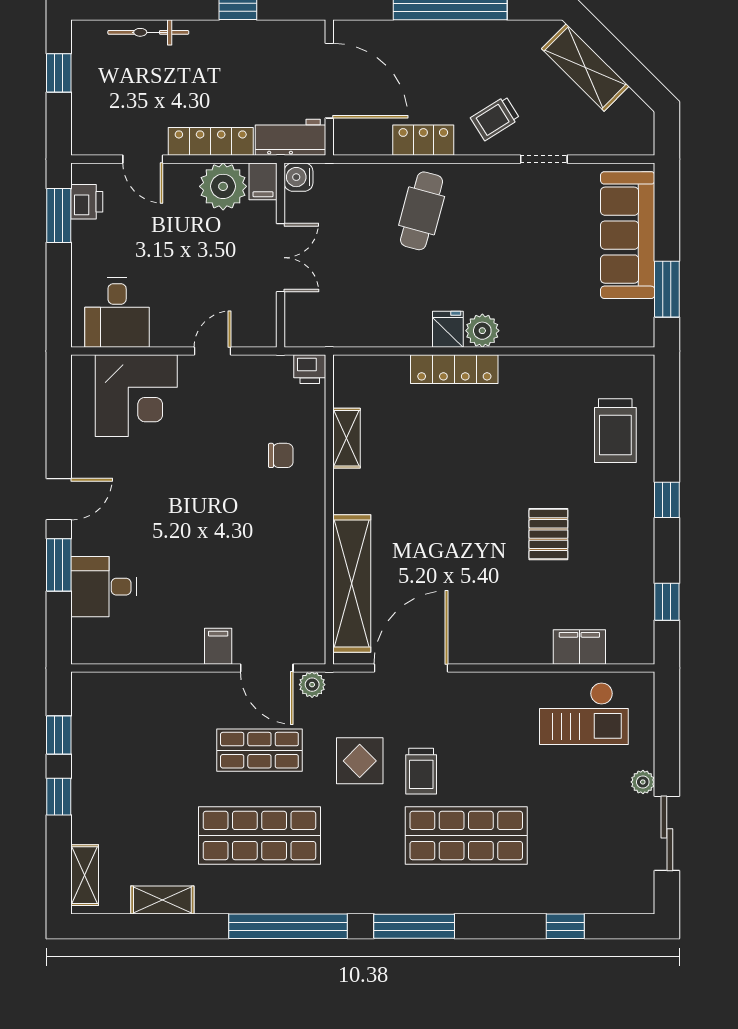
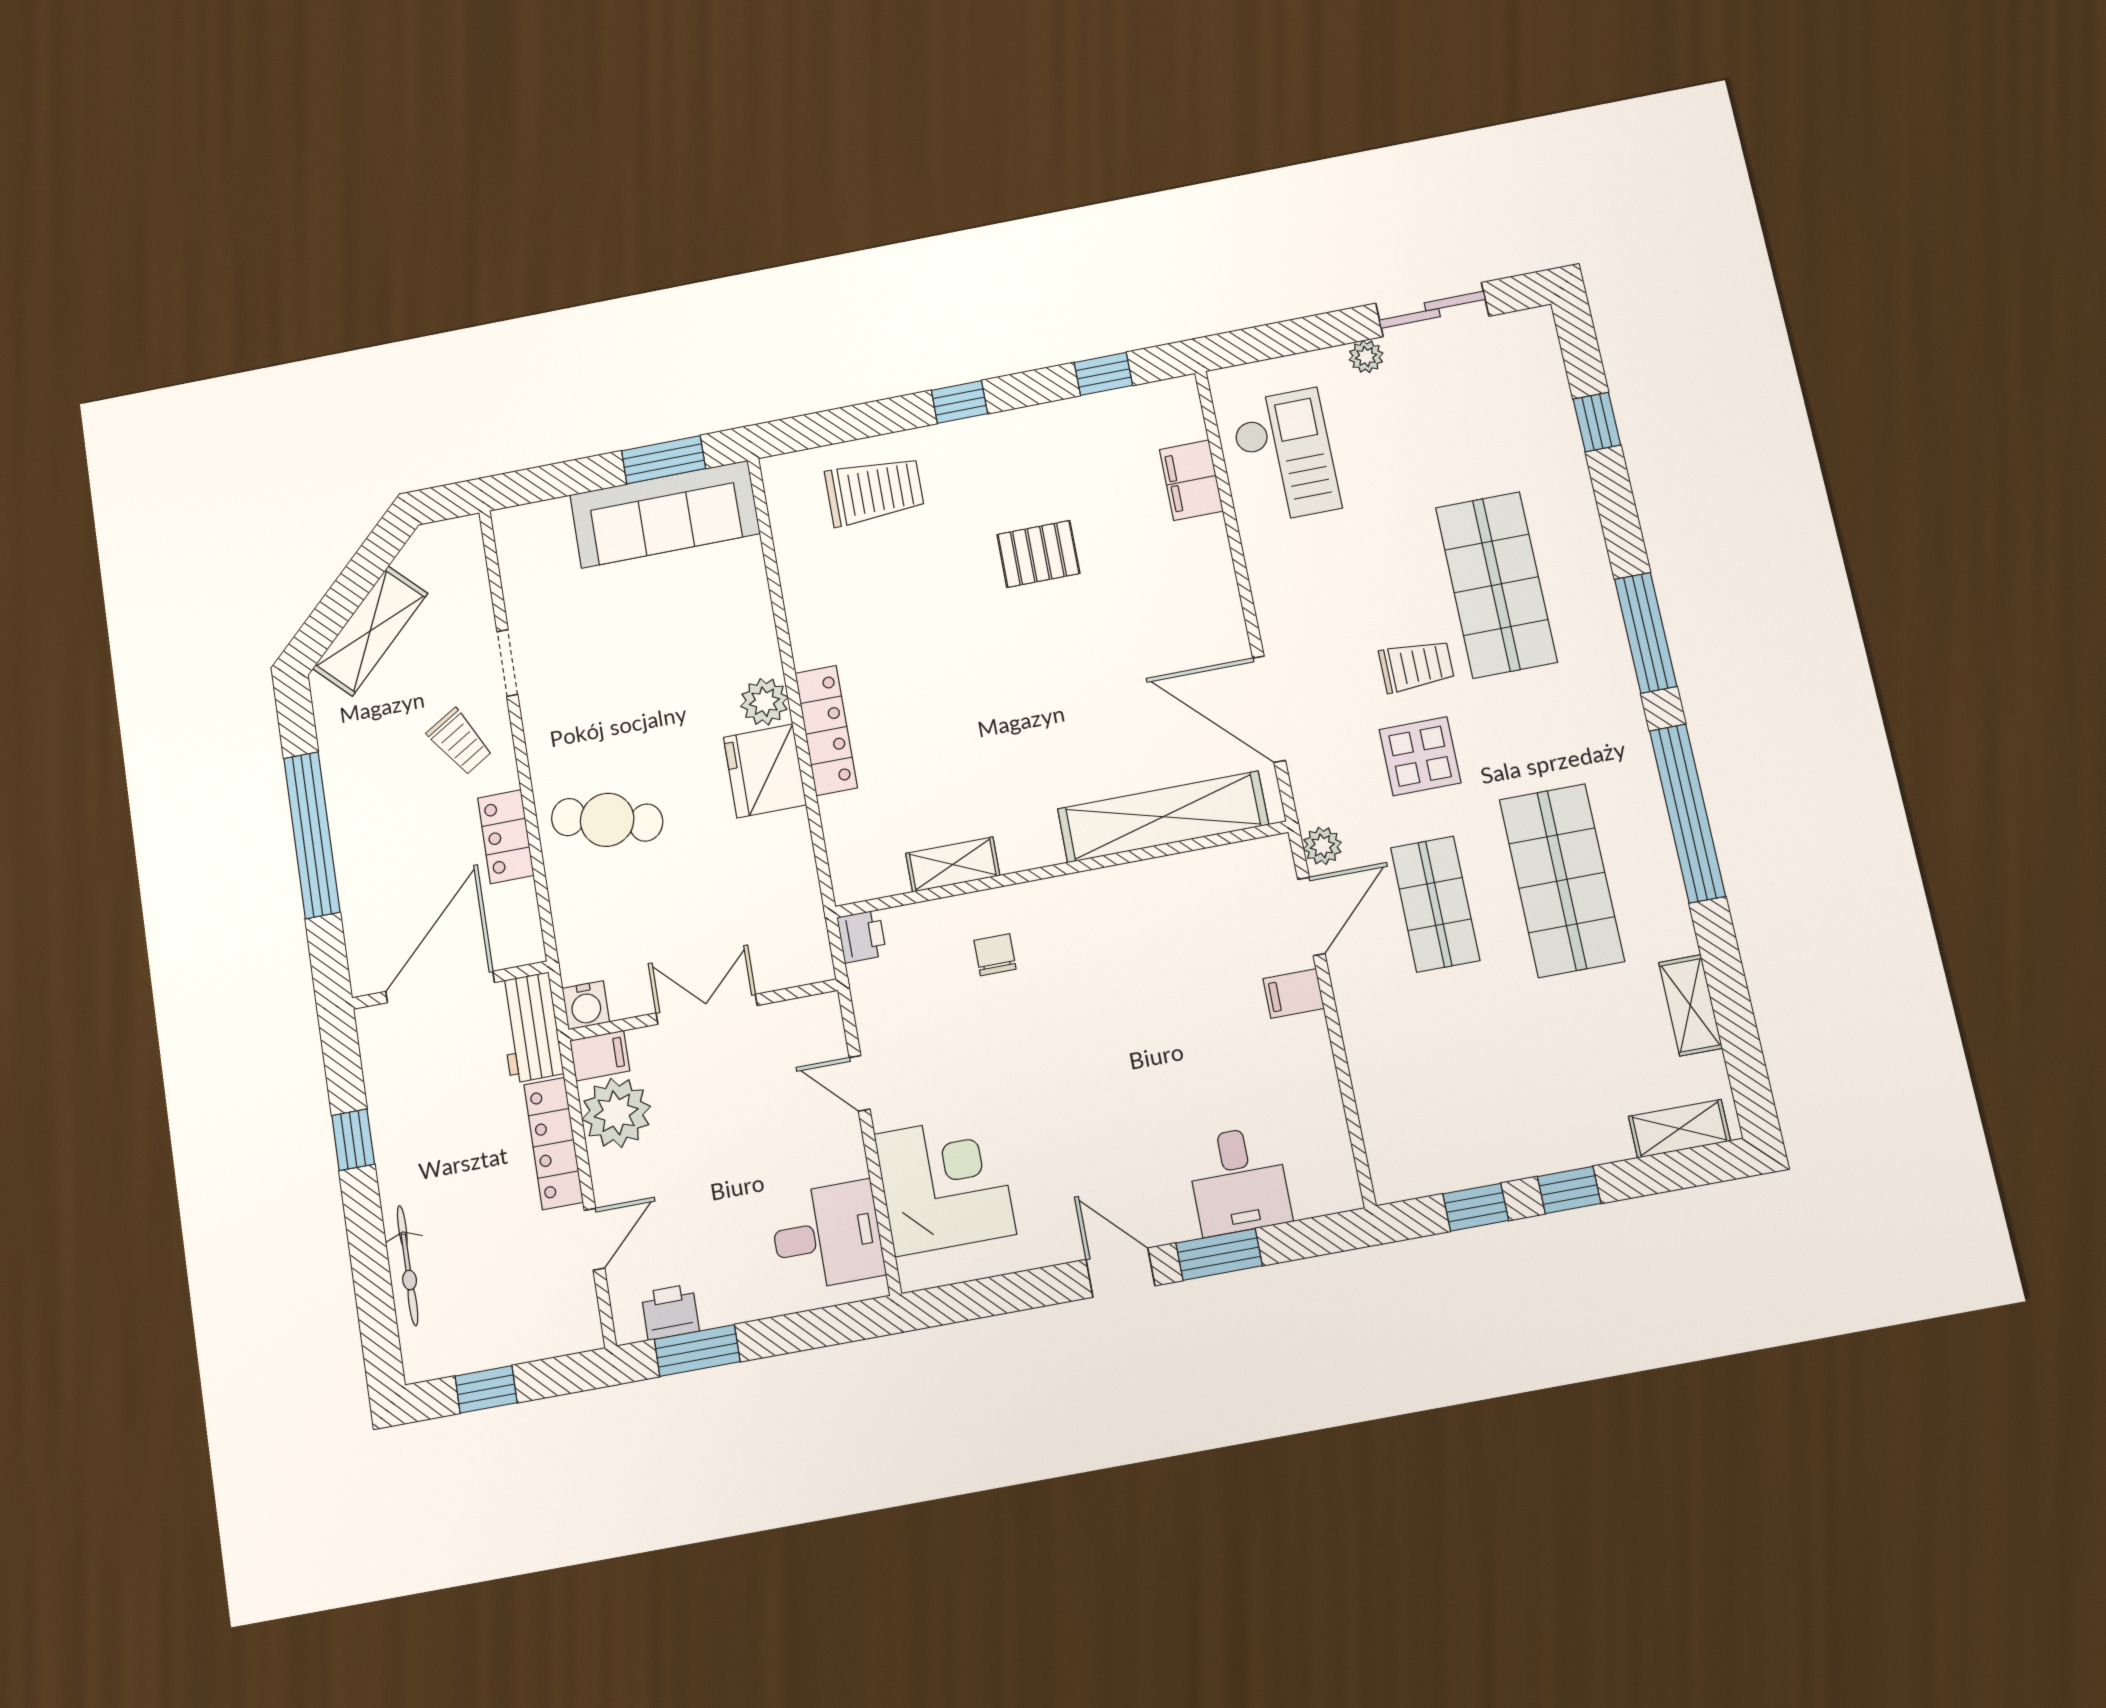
sofa: (628, 235) -> (665, 514), moved
fridge: (448, 329) -> (765, 771), width x1.88, depth x1.34

